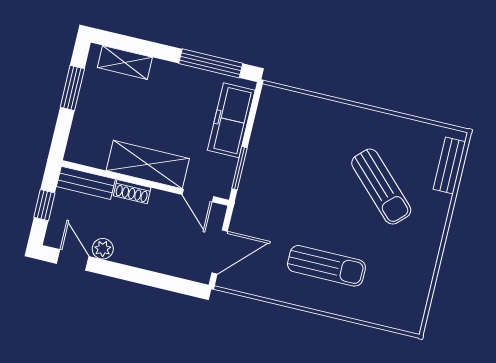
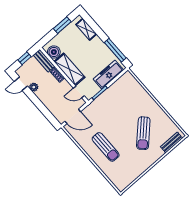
boiler: (93, 152) -> (54, 52), added
door: (198, 196) -> (79, 92), hinge flipped
door: (73, 260) -> (21, 84), swing flipped

